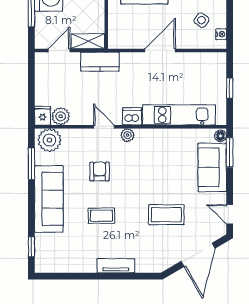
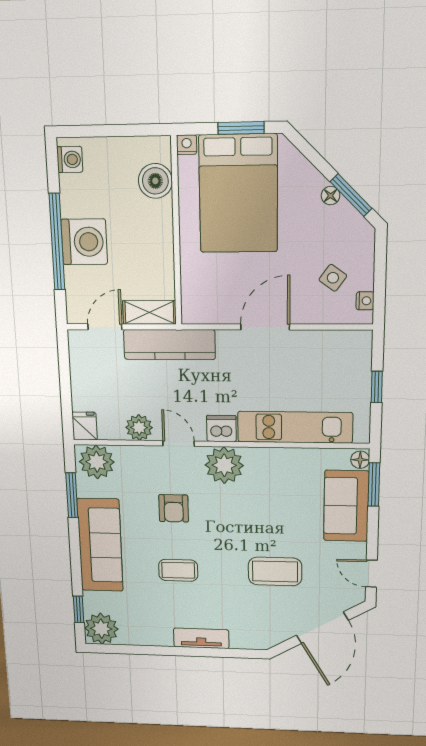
kitchen counter: (100, 62) -> (169, 345), width x1.50
plant: (61, 116) -> (139, 428), moved
plant: (128, 135) -> (224, 465), width x1.88, depth x1.88
armchair: (99, 171) -> (174, 508), turned 180
plant: (47, 261) -> (101, 629), added

